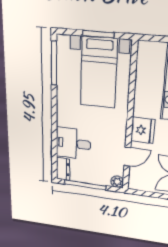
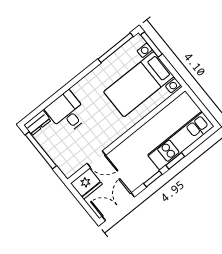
window: (98, 34) -> (151, 45), moved
fridge: (143, 130) -> (86, 184), moved
plant: (117, 182) -> (68, 171), removed

